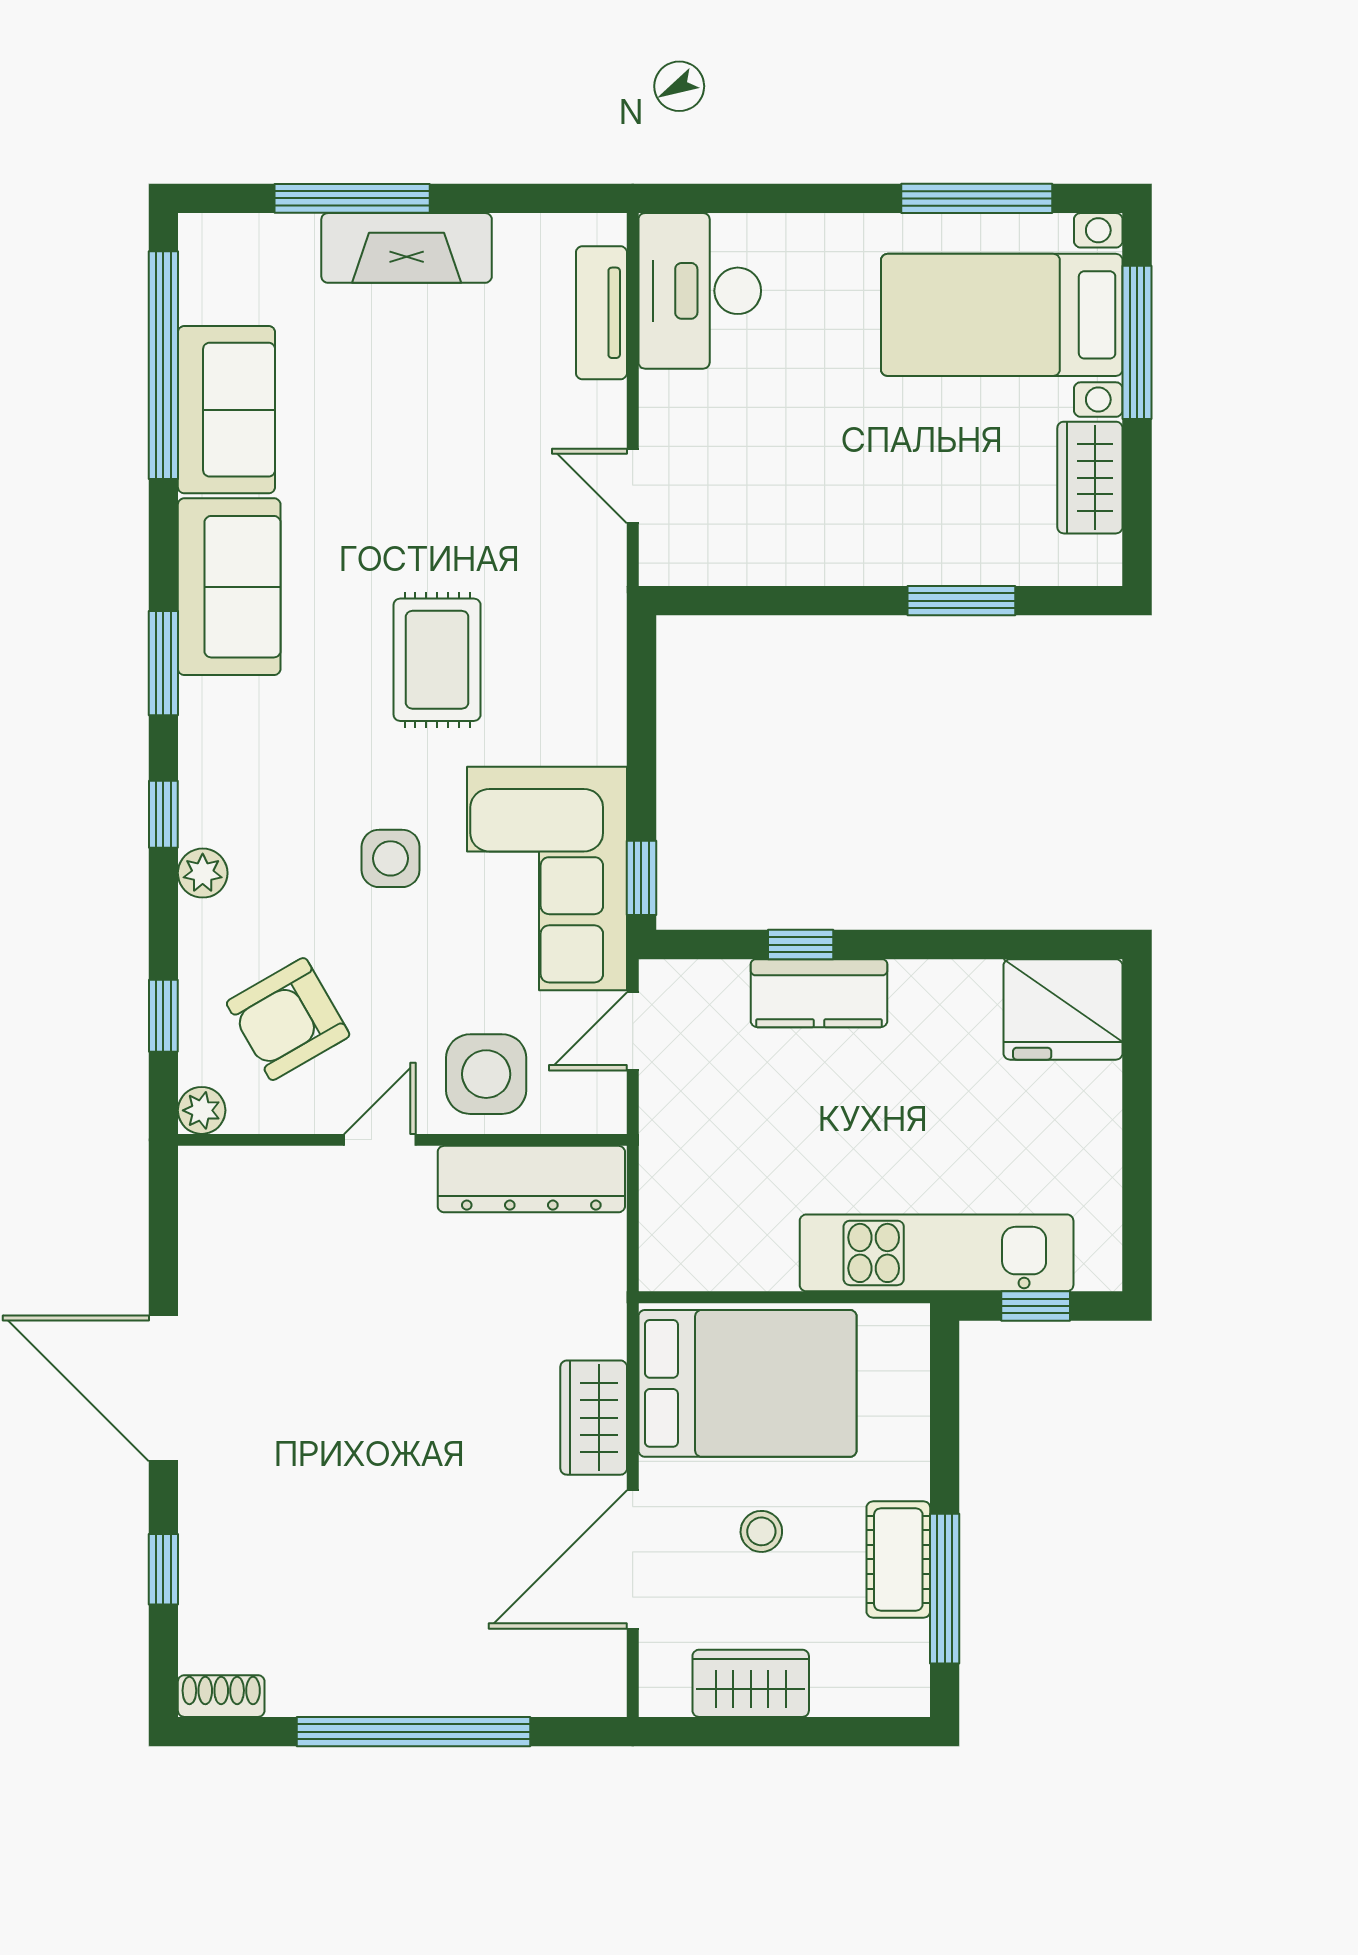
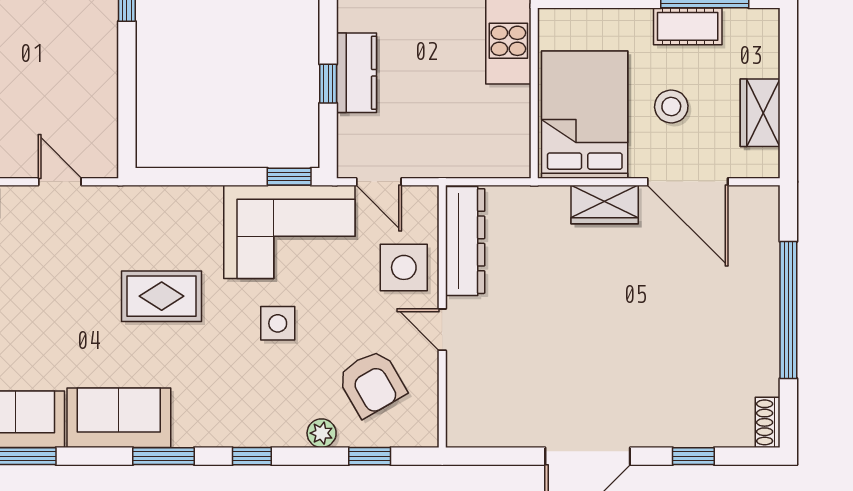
door: (633, 486) -> (60, 182), swing flipped
plant: (203, 873) -> (322, 433), moved
plant: (202, 1110) -> (425, 434), removed
stool: (761, 1531) -> (671, 106), width x1.37, depth x1.37

